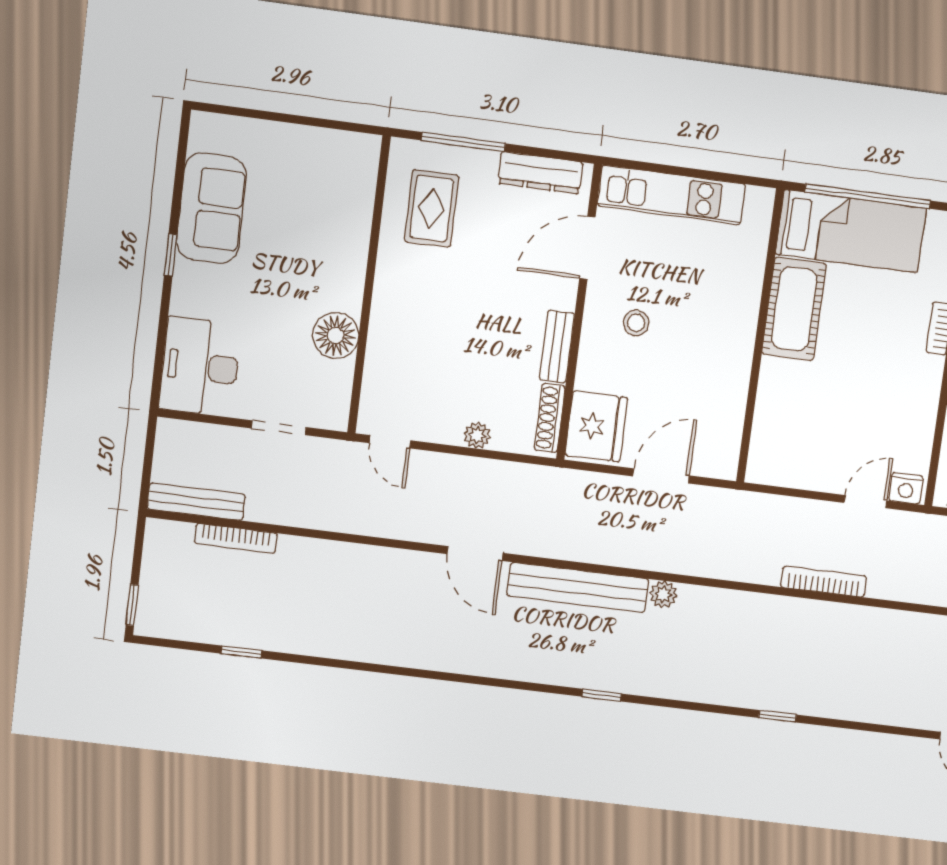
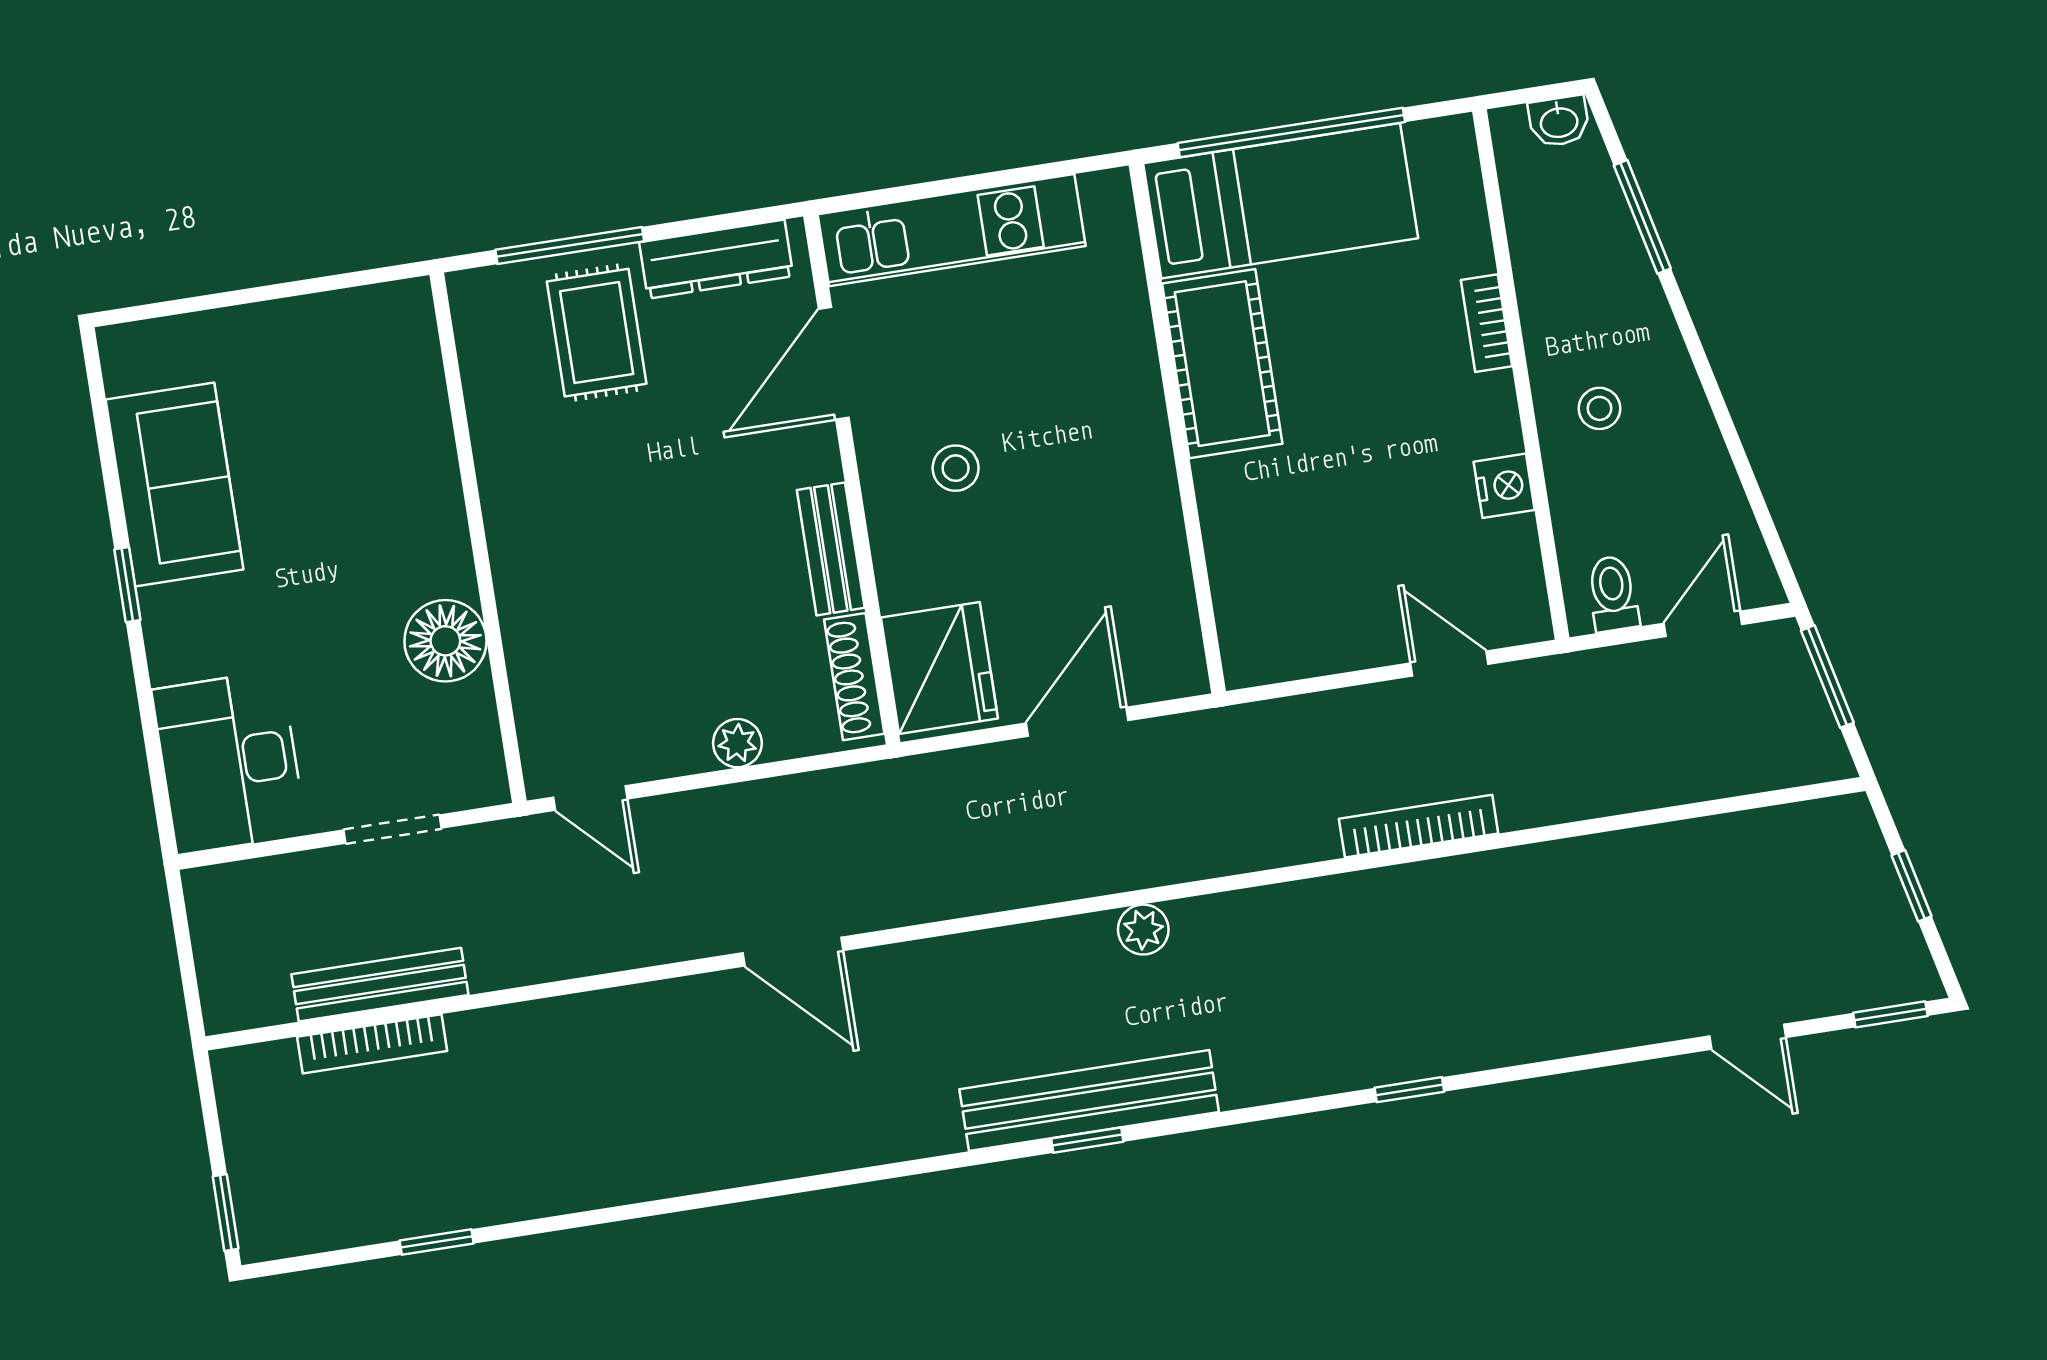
rug: (432, 208) -> (597, 333), moved
nightstand: (906, 488) -> (1504, 486), moved, turned -90
bench: (196, 502) -> (380, 985), moved
door: (865, 502) -> (1449, 664), hinge flipped
bench: (578, 587) -> (1089, 1101), moved

